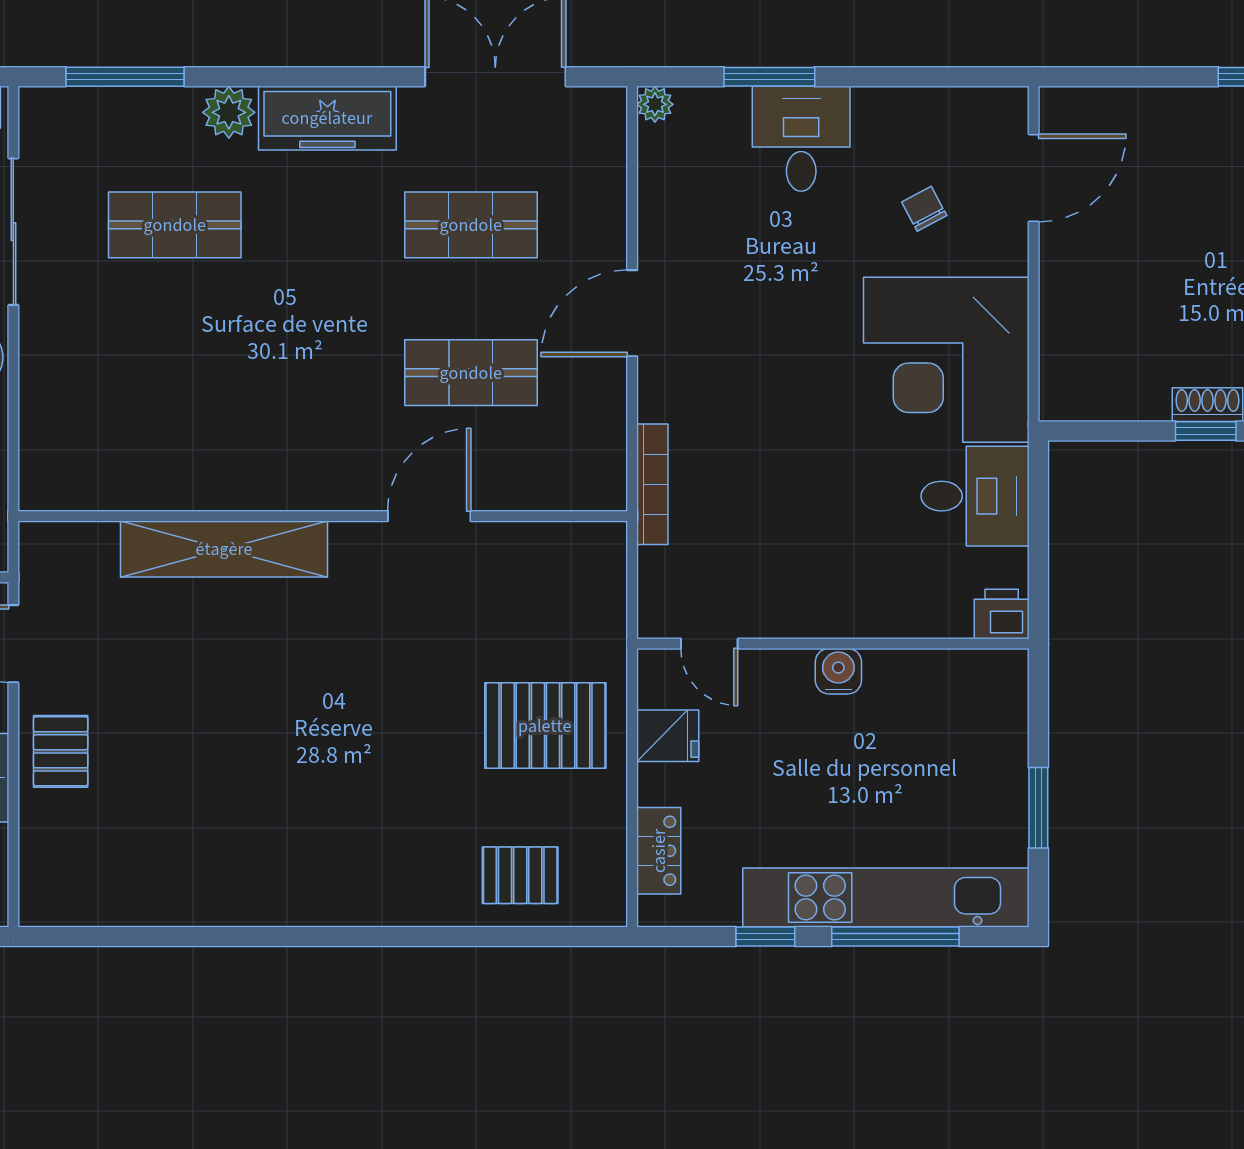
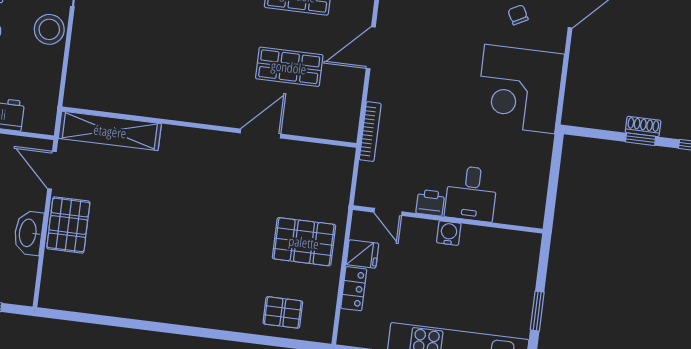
desk: (975, 496) -> (471, 194), moved, turned 90
shelving: (224, 549) -> (110, 131), moved
printer: (1002, 614) -> (430, 203), moved
pallet: (61, 751) -> (68, 225), width x1.50, depth x1.42
locker: (659, 851) -> (354, 289), moved

